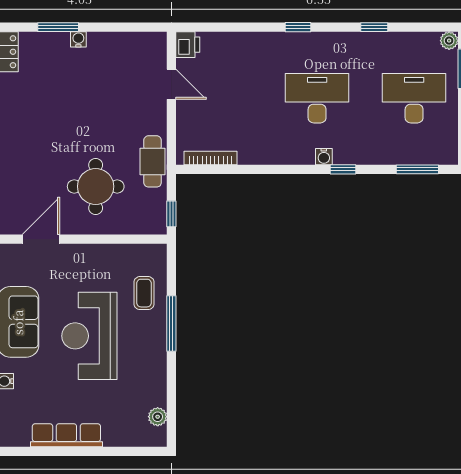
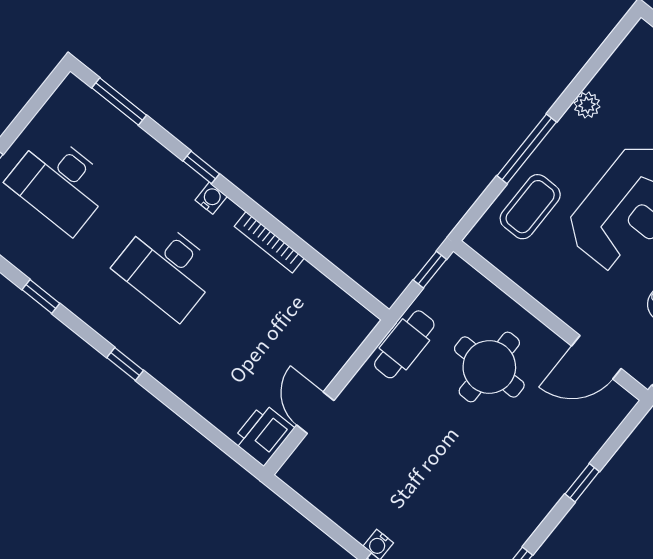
printer: (188, 45) -> (263, 434), width x1.36, depth x1.24
bookcase: (211, 158) -> (269, 242), moved
coffee table: (144, 293) -> (530, 207), width x1.36, depth x1.30
plant: (158, 417) -> (587, 105), moved

